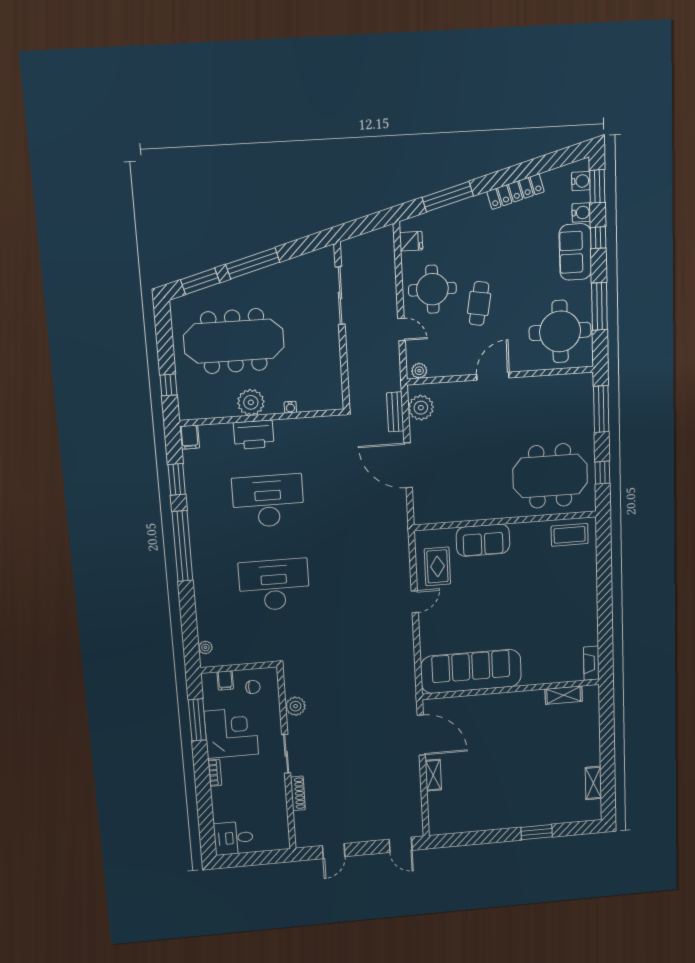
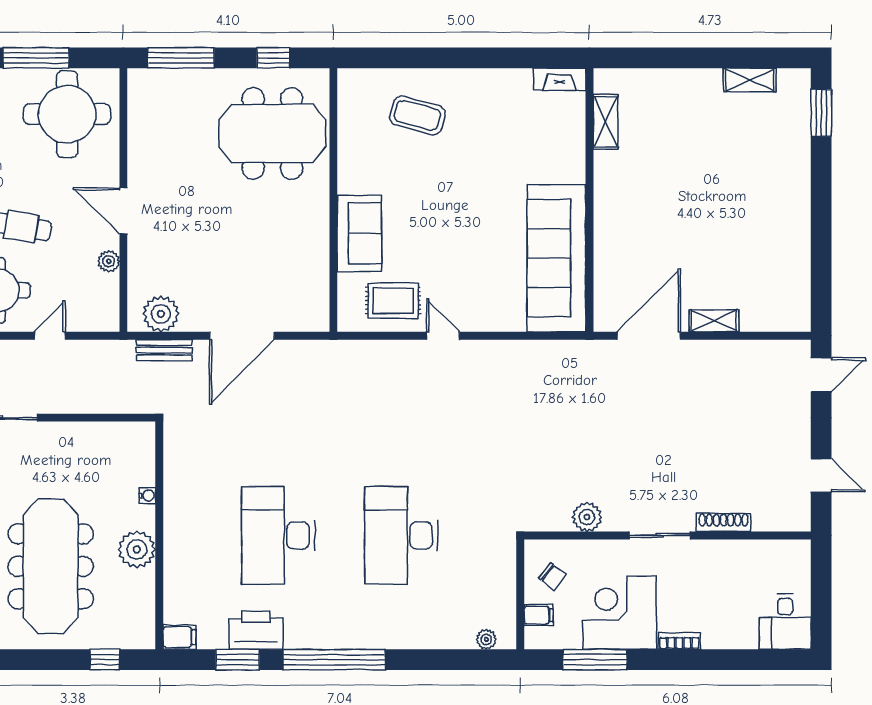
plant: (419, 371) -> (109, 261), moved
printer: (254, 435) -> (256, 630), moved, turned -90
meeting table: (550, 476) -> (272, 133), turned 90
coffee table: (570, 535) -> (417, 115), moved, turned -75
chair: (253, 687) -> (552, 576), turned 128
window: (537, 832) -> (821, 113), moved

